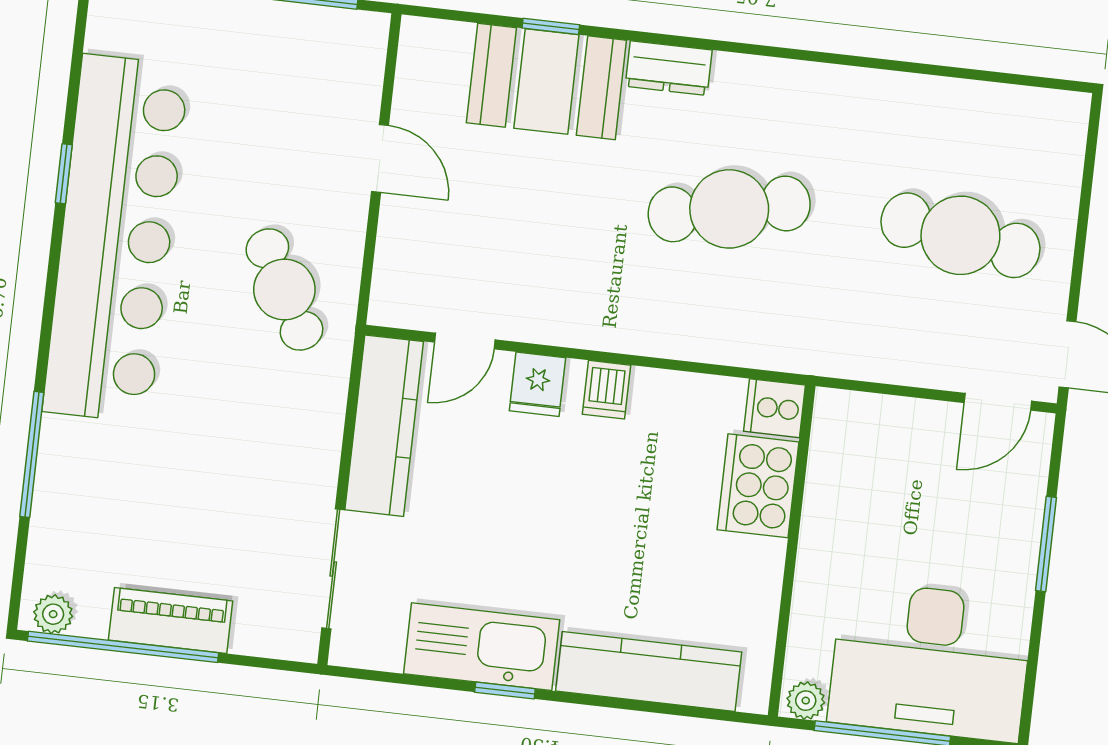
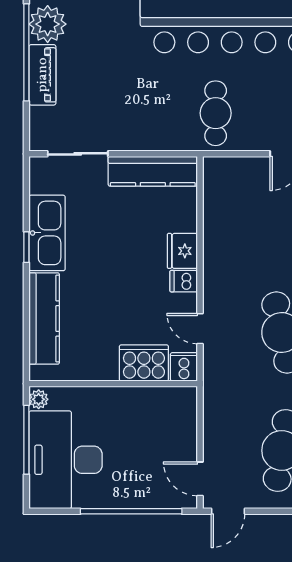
cafe table: (284, 290) -> (216, 113), turned -61
door: (465, 341) -> (200, 329), moved
fridge: (537, 384) -> (182, 251), width x1.38
window: (1046, 544) -> (131, 511), width x2.11
plant: (53, 614) -> (48, 24), width x1.88, depth x1.88

